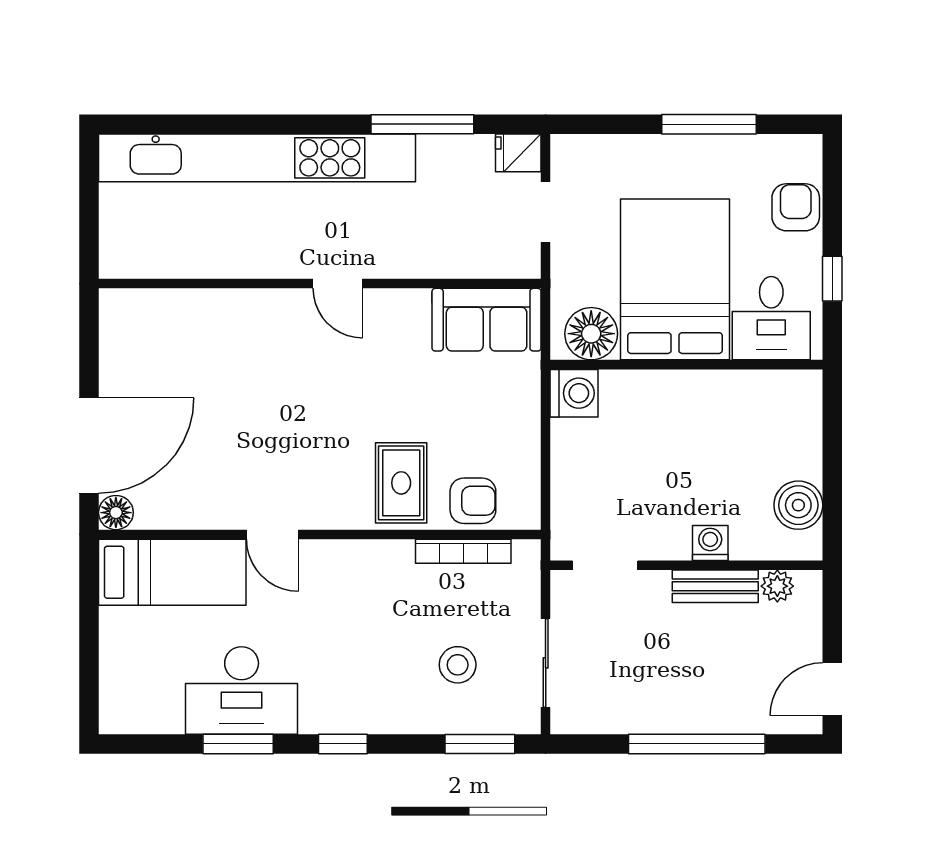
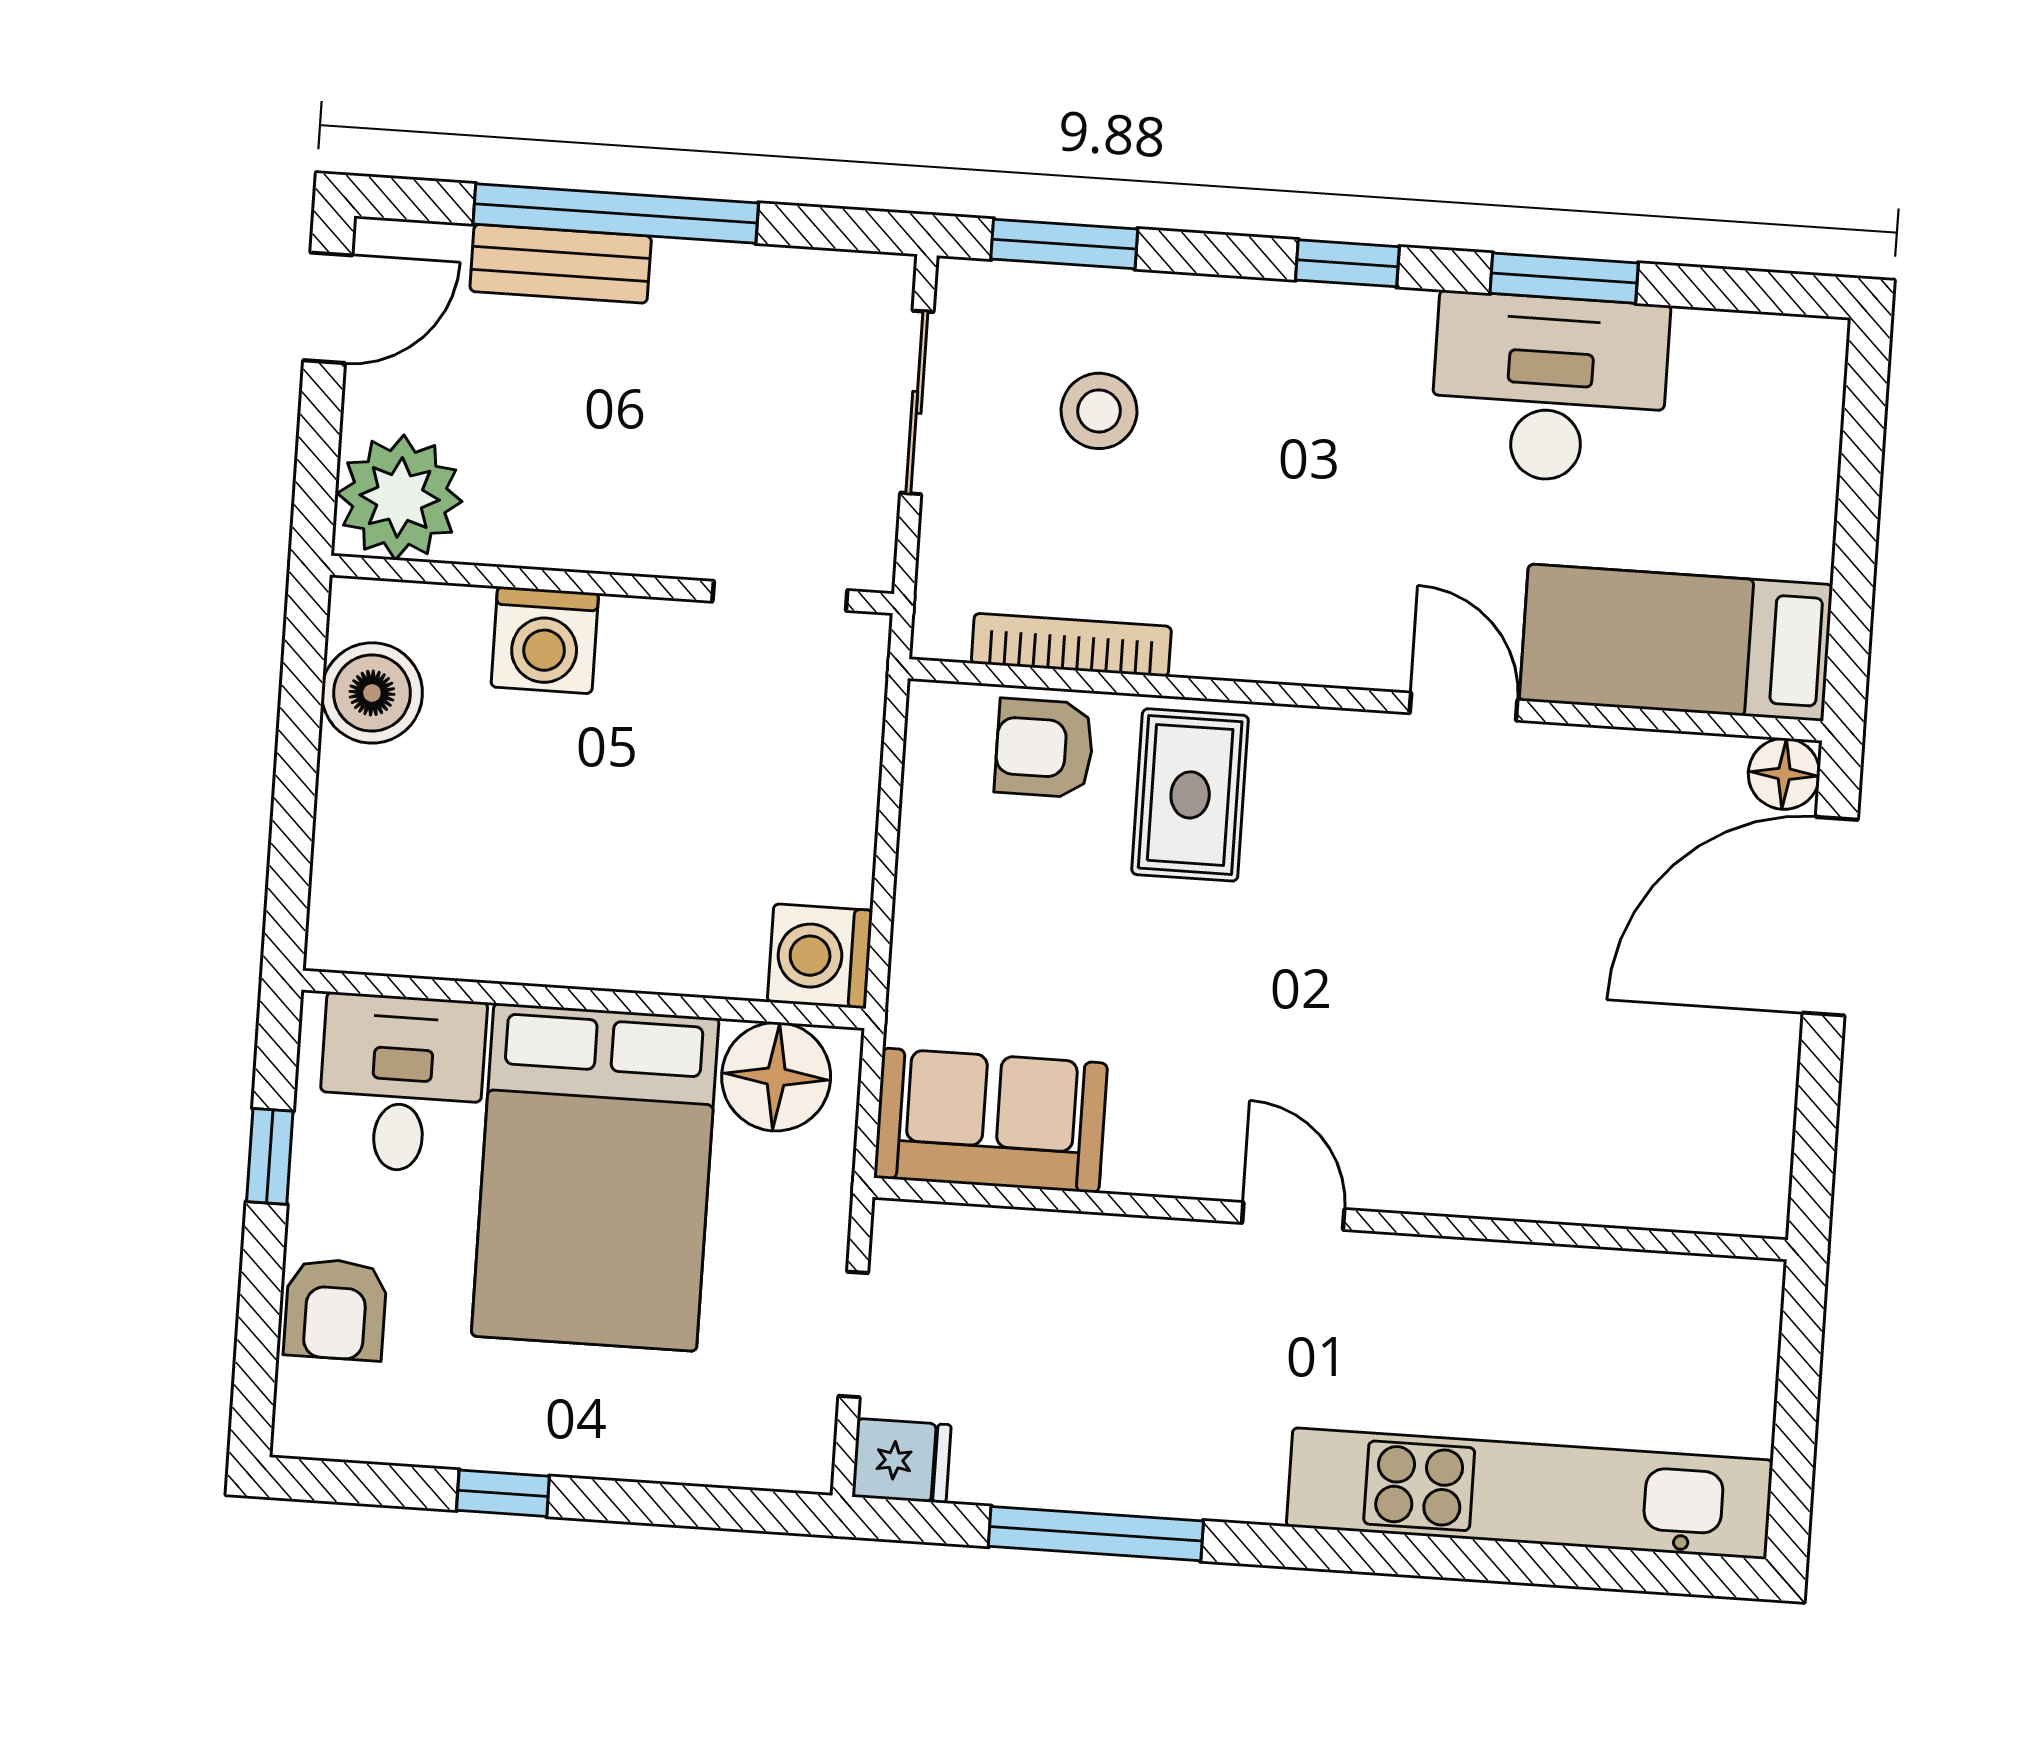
window: (709, 124) -> (503, 1493), width x0.46
kitchen unit: (257, 158) -> (1530, 1493), width x0.73
washing machine: (710, 543) -> (545, 640), width x1.38, depth x1.38
bench: (715, 586) -> (561, 264), moved
plant: (777, 586) -> (400, 497), width x1.88, depth x1.88

